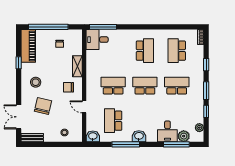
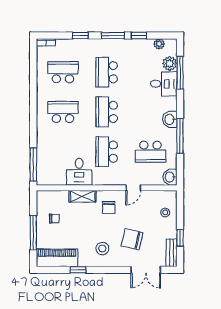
window: (48, 27) -> (33, 233), width x0.68
desk: (97, 40) -> (79, 172), moved
school desk: (177, 51) -> (63, 72), turned 180
window: (44, 144) -> (180, 238), added

